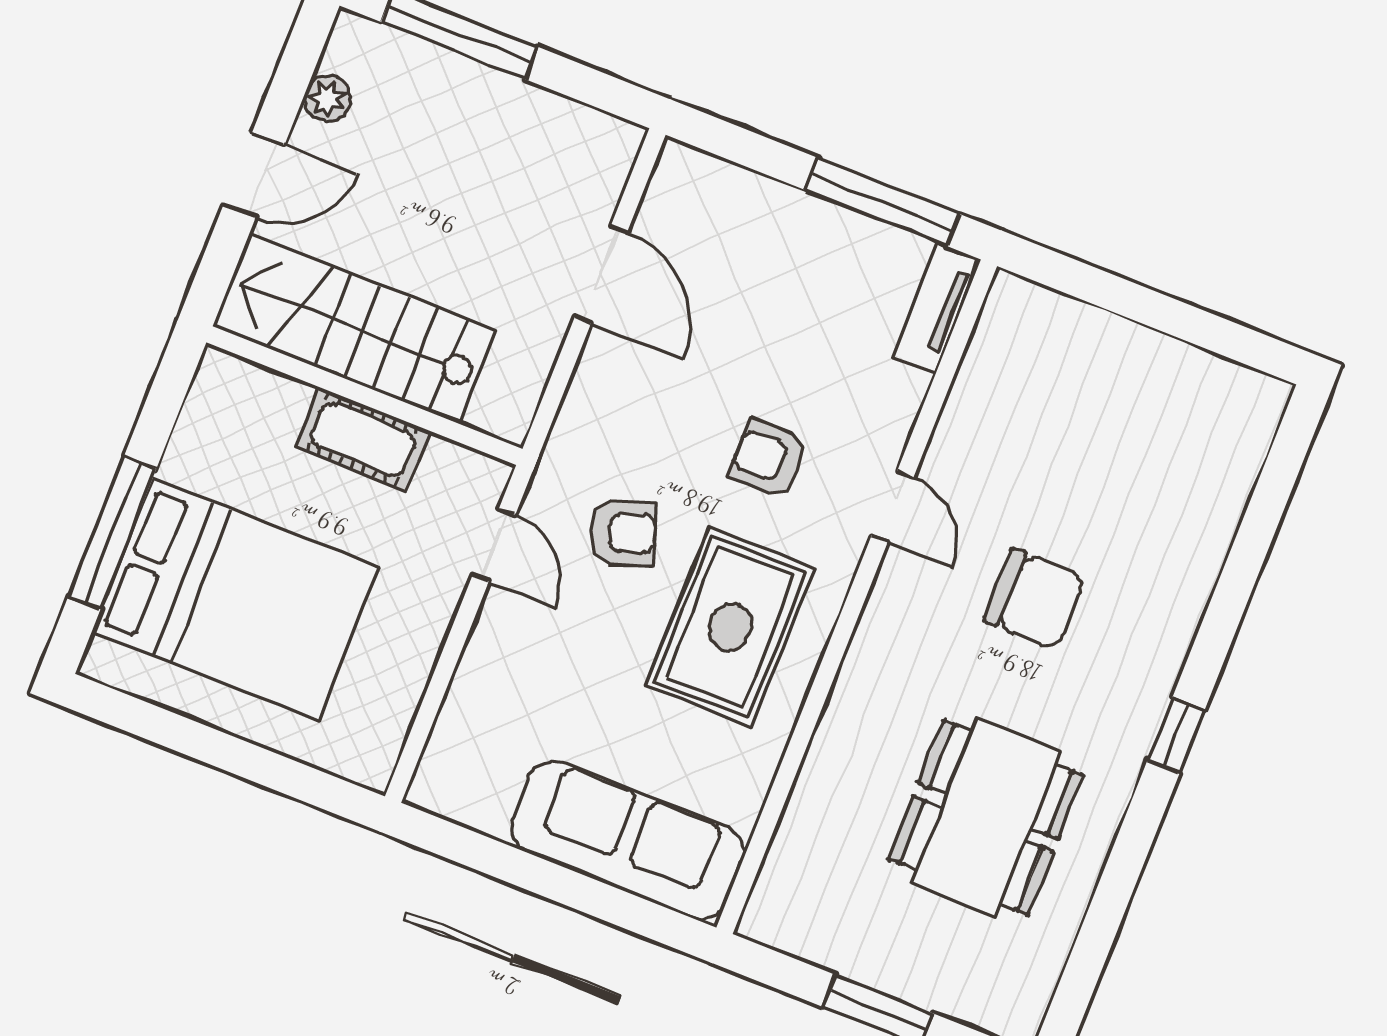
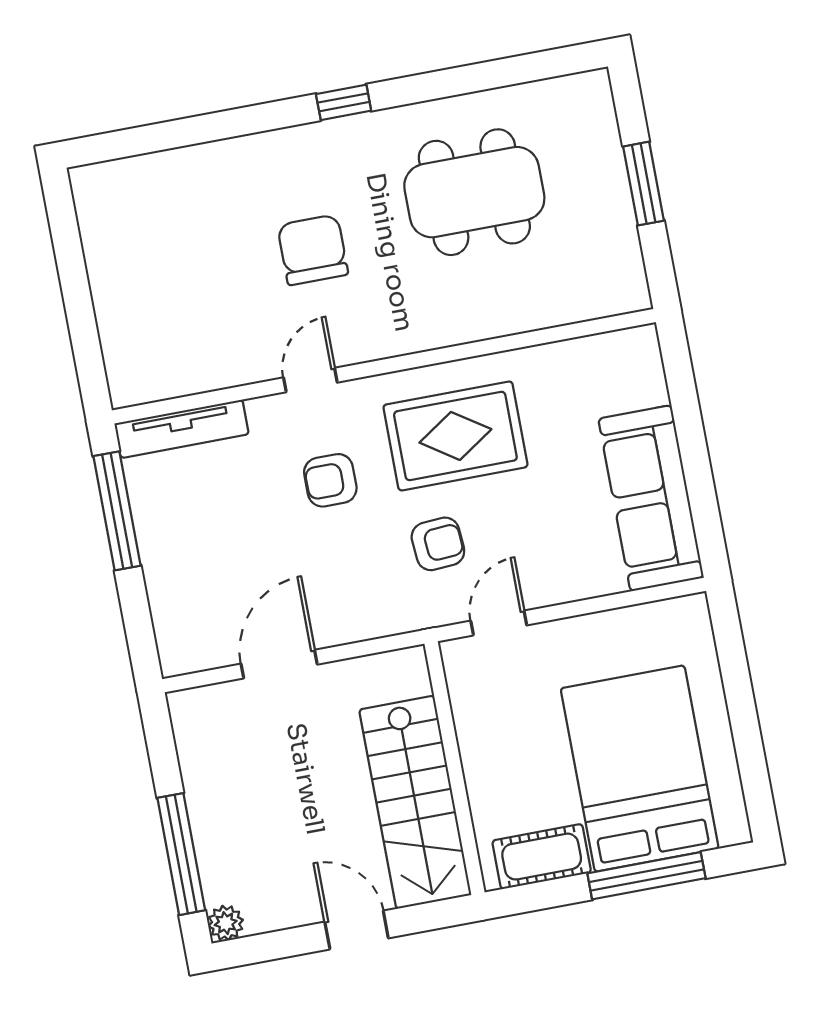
plant: (328, 98) -> (226, 923), moved
tv unit: (937, 307) -> (182, 429), width x1.41
cot: (363, 439) -> (542, 857), moved, turned 90
armchair: (768, 458) -> (330, 480), turned 90
armchair: (623, 533) -> (438, 544), turned 105
sofa: (628, 840) -> (651, 498), moved

